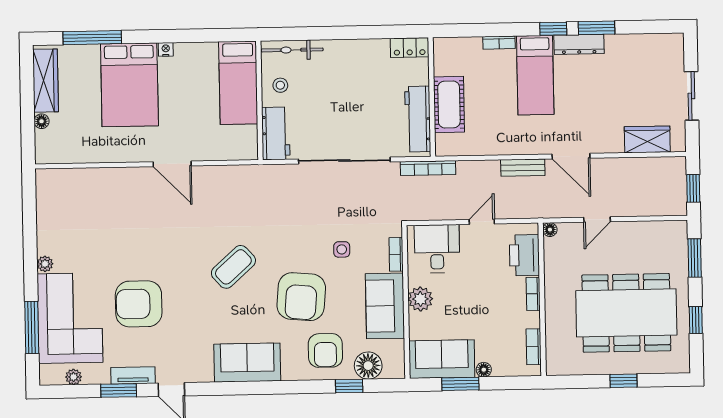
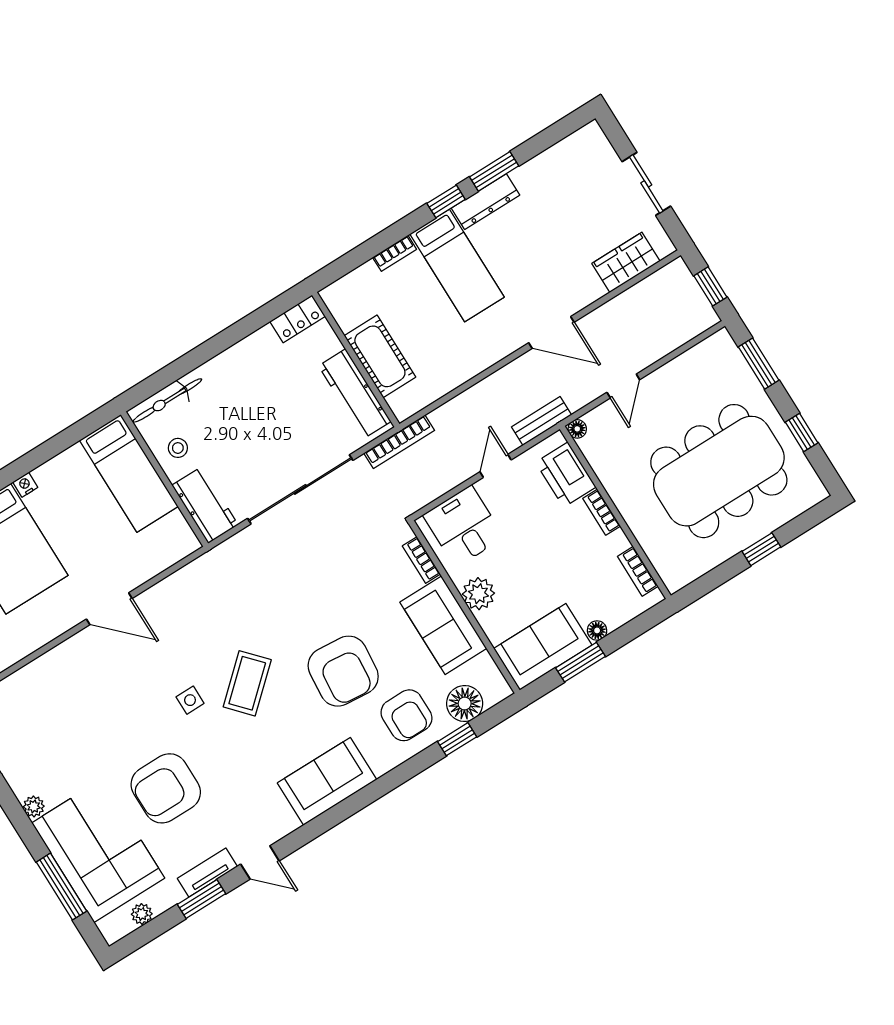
bench: (523, 168) -> (541, 421), moved
side table: (342, 249) -> (190, 700), moved

